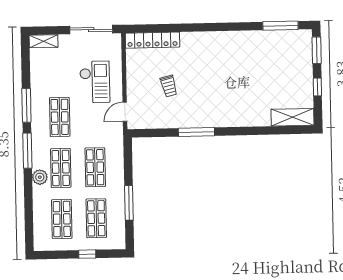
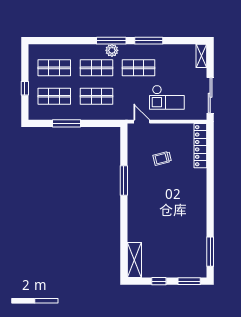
plant: (40, 177) -> (112, 50), moved

